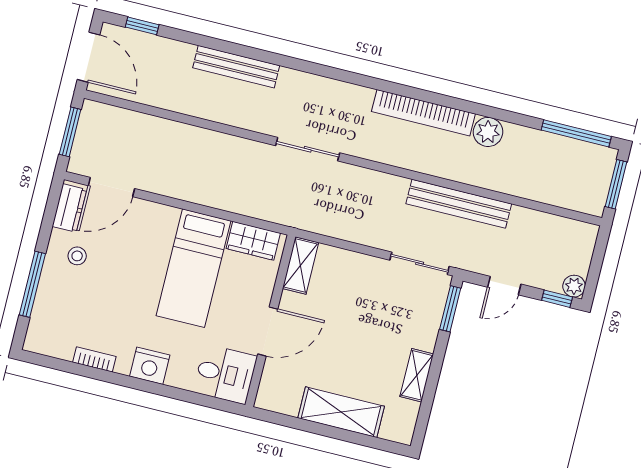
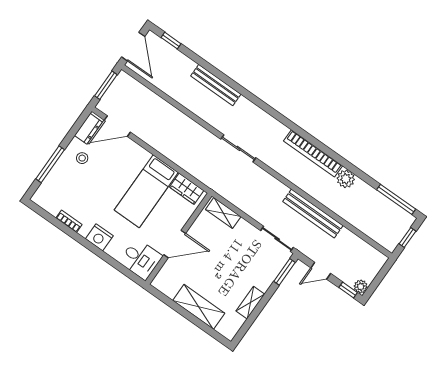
window: (616, 184) -> (408, 237), width x0.67
shelving: (301, 266) -> (223, 213), moved, turned 90

